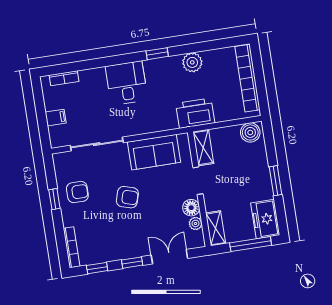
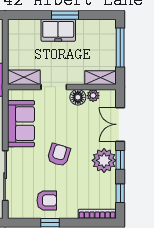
boiler: (250, 132) -> (17, 32), removed
armchair: (77, 192) -> (47, 200), turned 90
freezer: (265, 219) -> (58, 30), moved
plant: (129, 246) -> (104, 160), added

